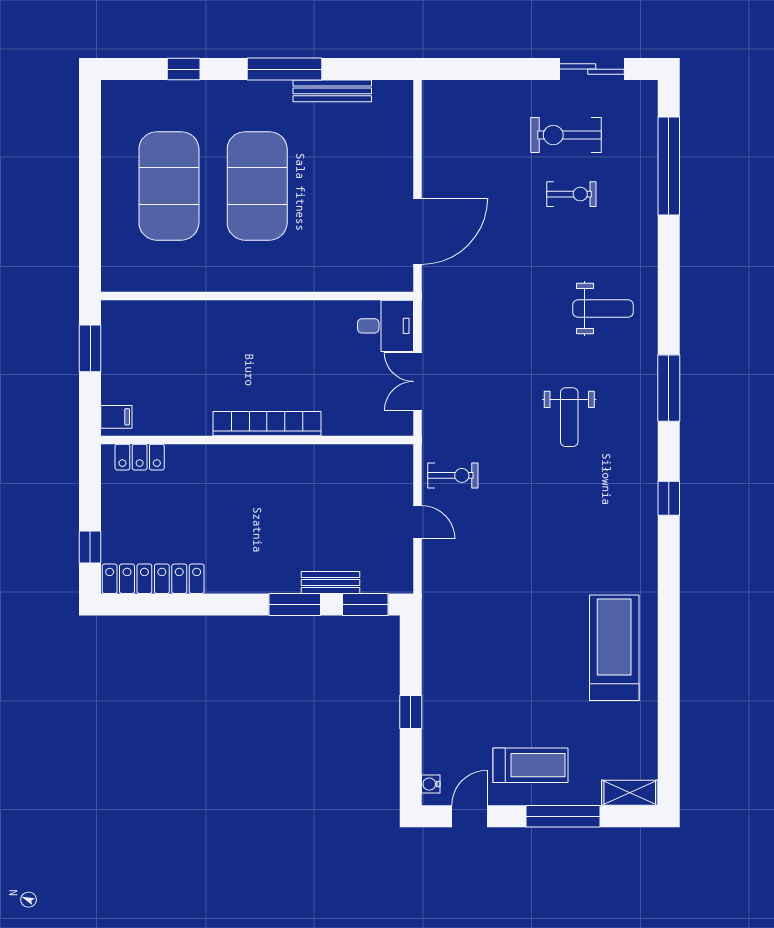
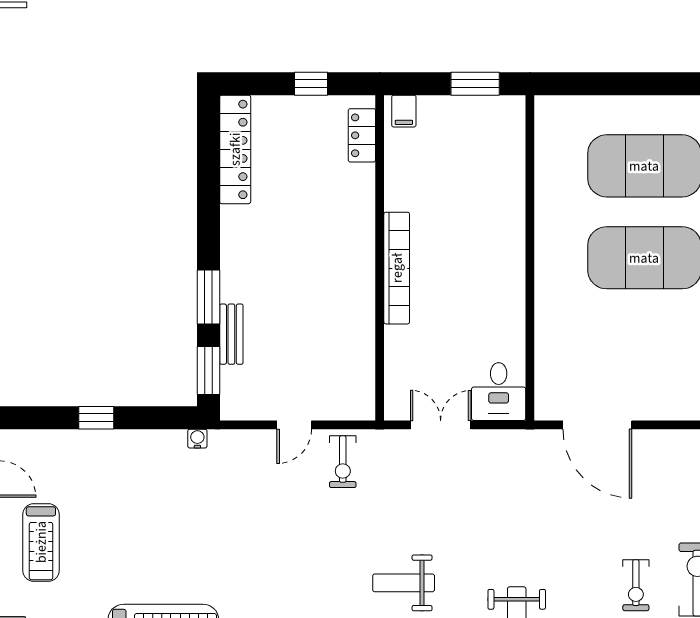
window: (90, 547) -> (311, 84), moved
water cooler: (431, 784) -> (197, 439), moved

